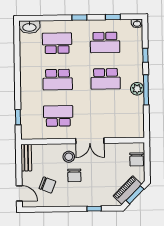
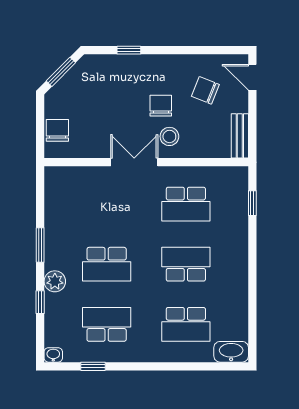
window: (79, 17) -> (148, 366), removed
school desk: (106, 79) -> (107, 264), turned 180
plant: (137, 89) -> (55, 281), moved
window: (146, 90) -> (40, 245), width x0.69
piano: (127, 190) -> (73, 80), removed

